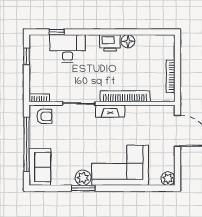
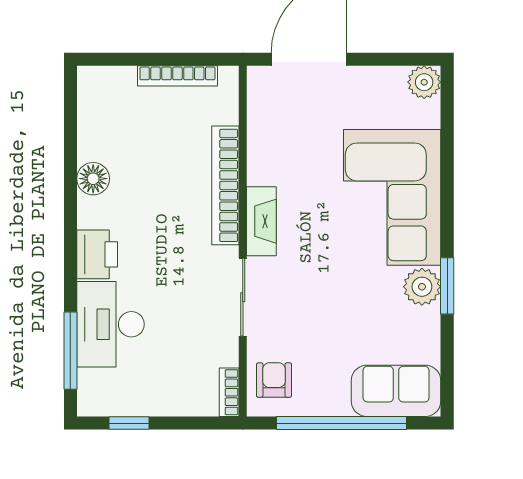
window: (57, 32) -> (70, 351), width x2.17
printer: (110, 43) -> (97, 254), moved

